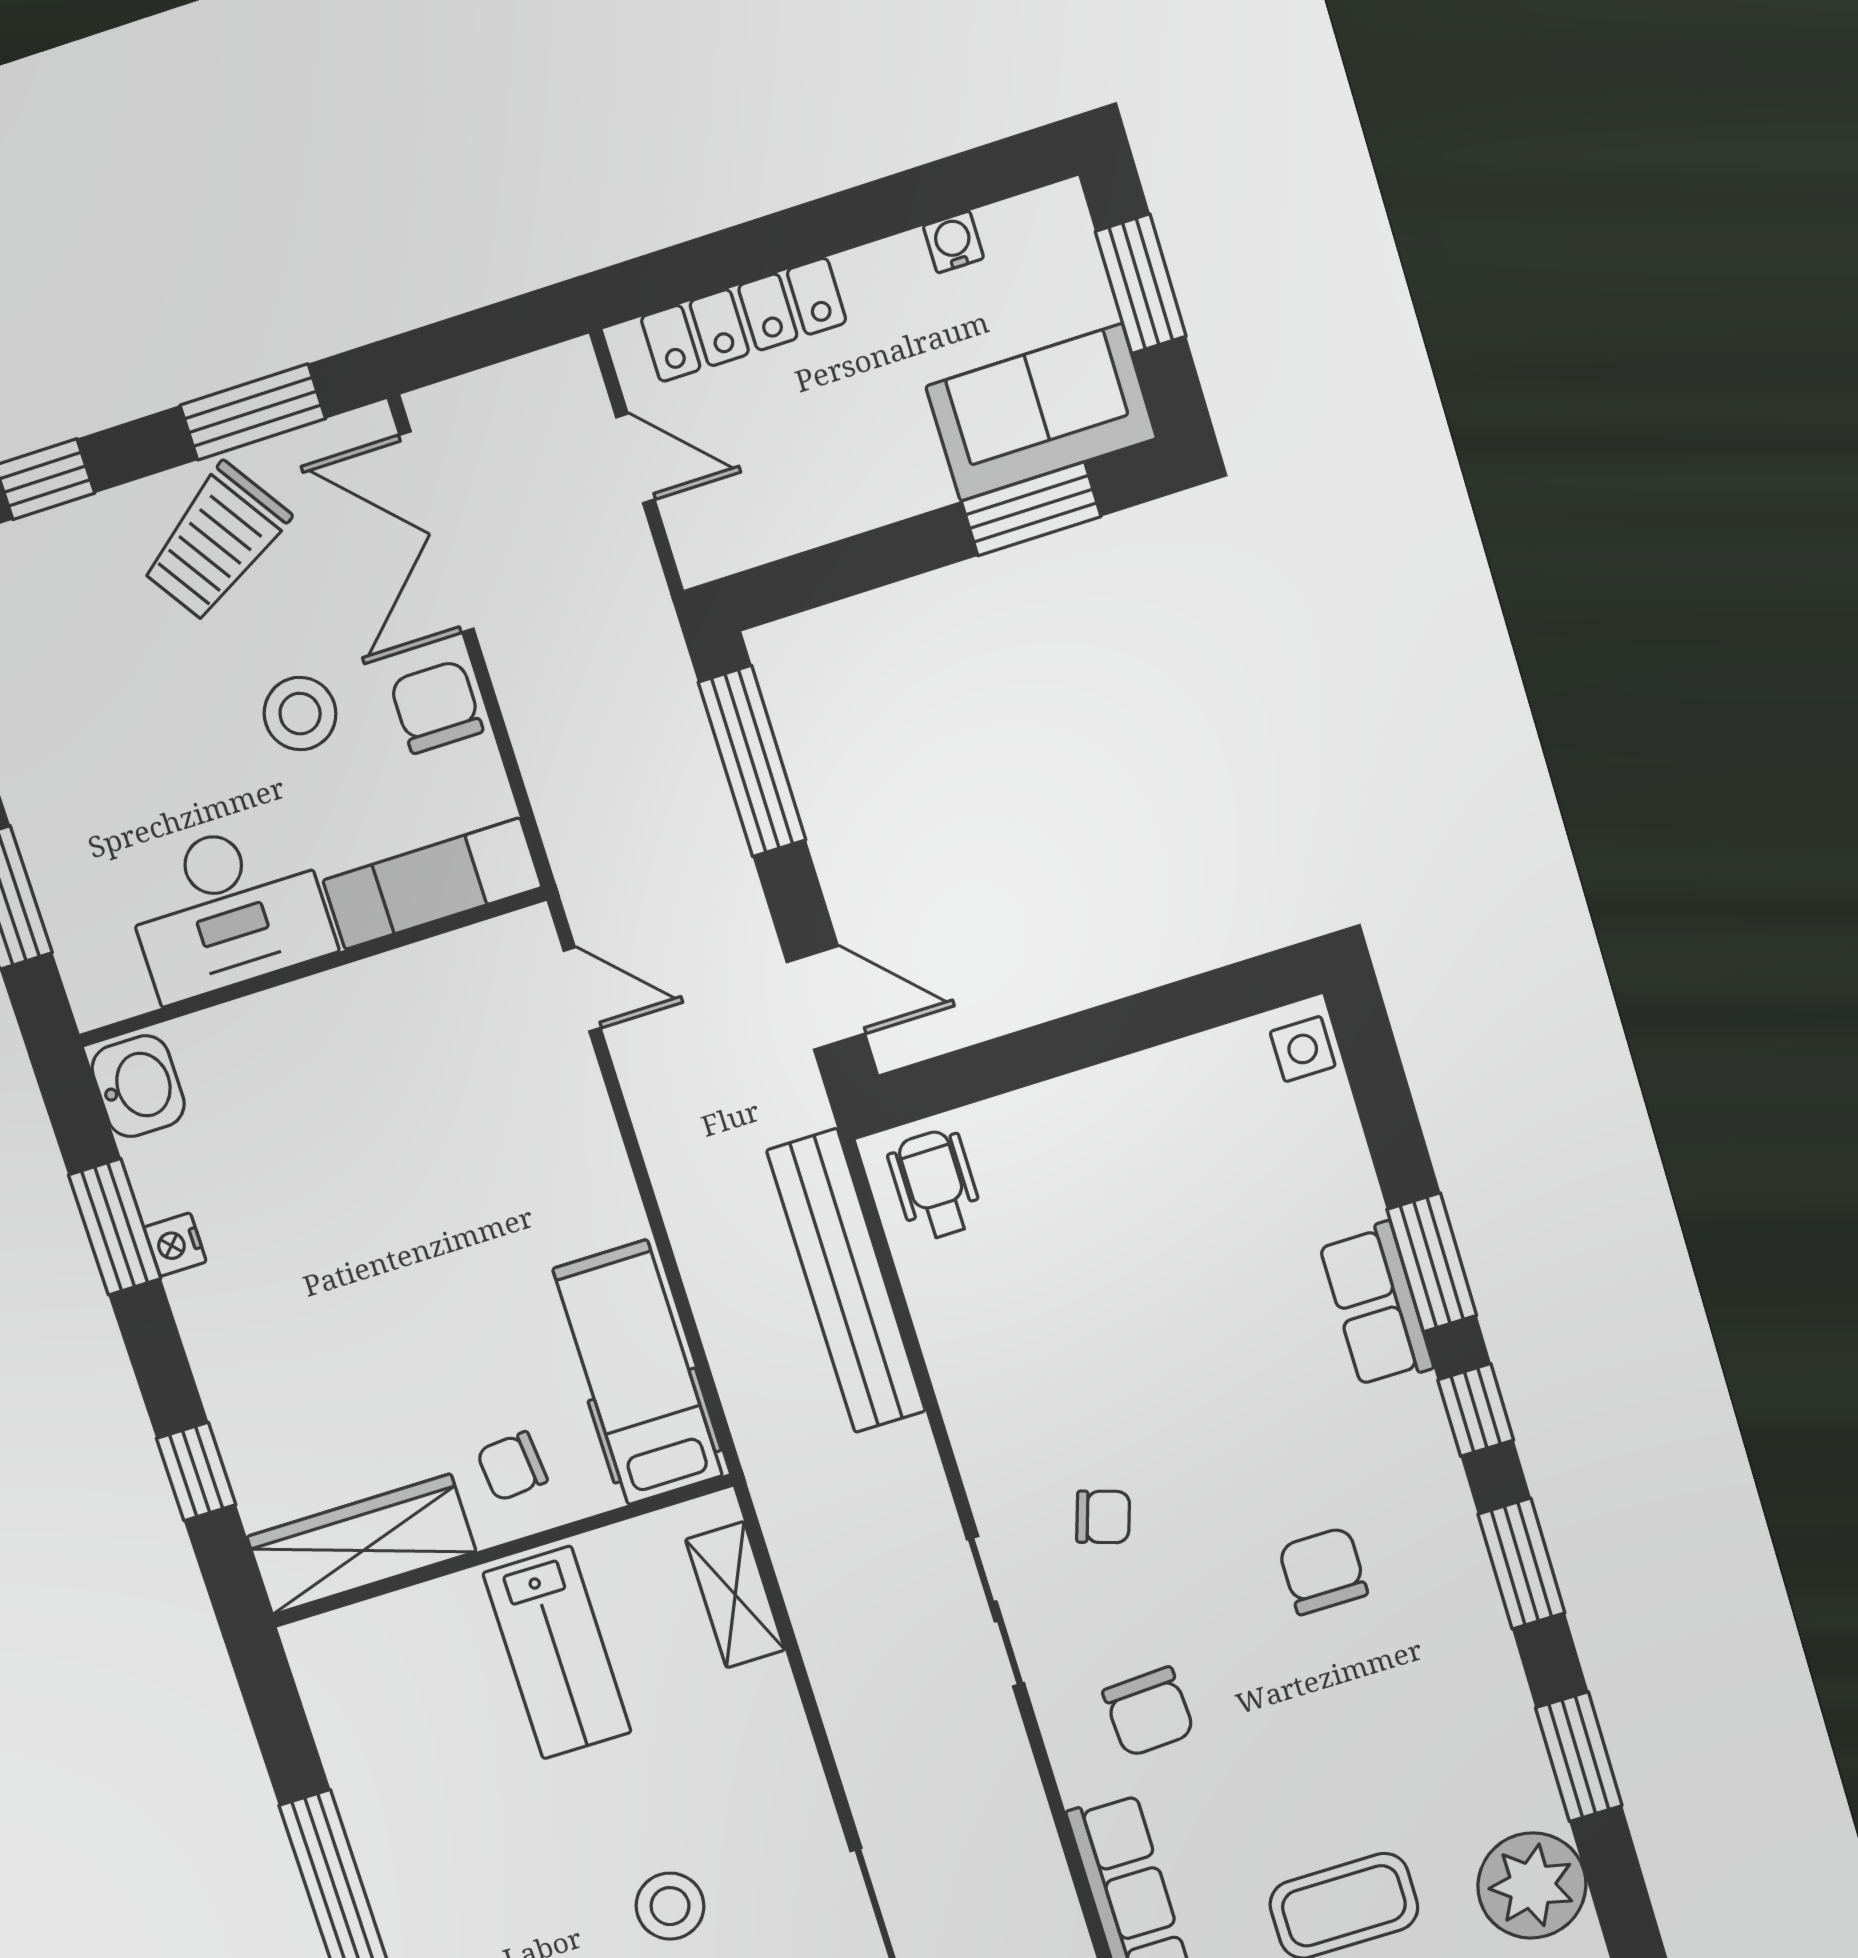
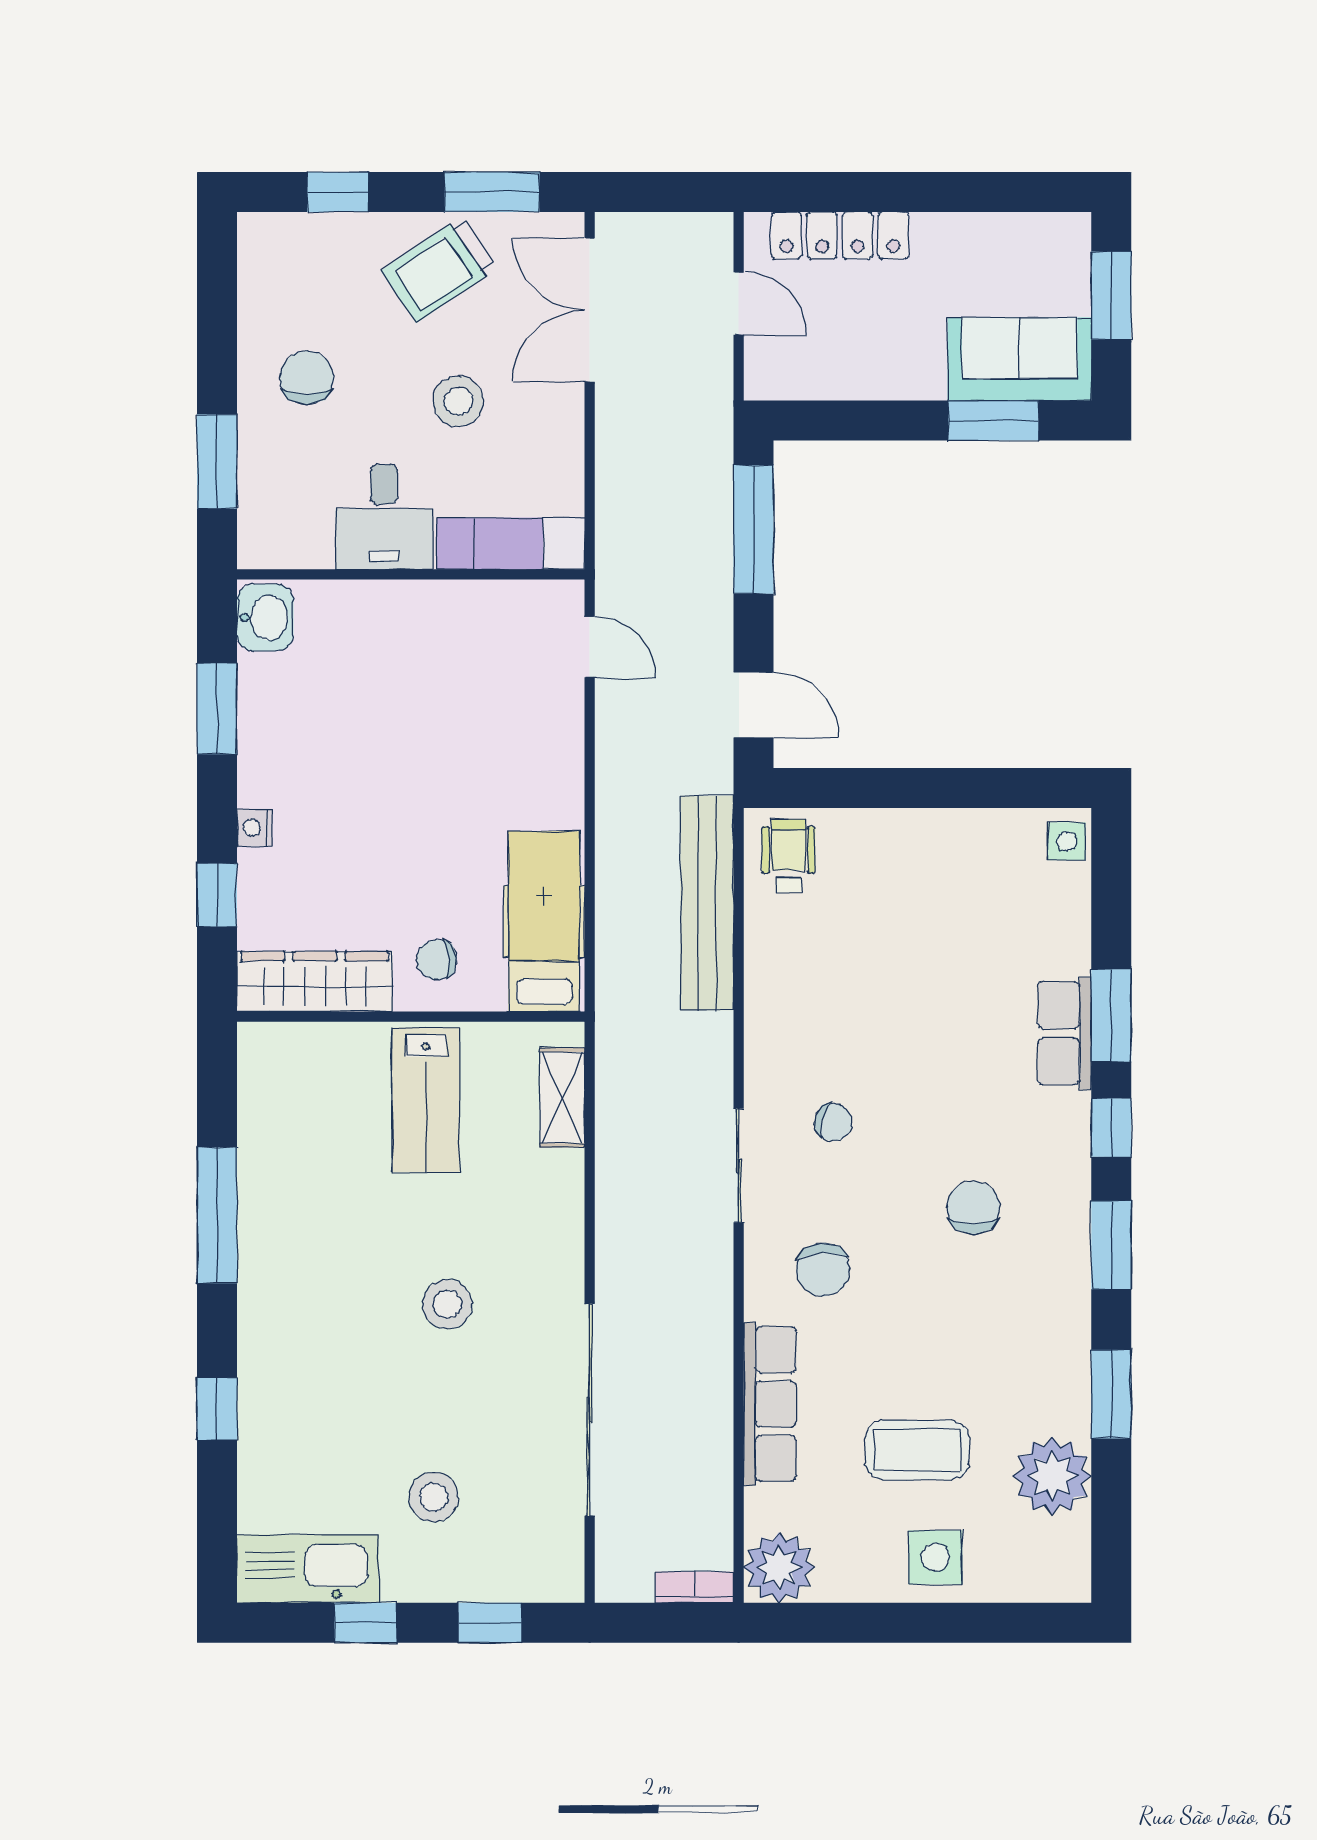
water cooler: (953, 242) -> (995, 229), removed
chair: (436, 707) -> (307, 378), moved
desk: (228, 909) -> (384, 517), width x0.73
nightstand: (175, 1245) -> (255, 828), moved

